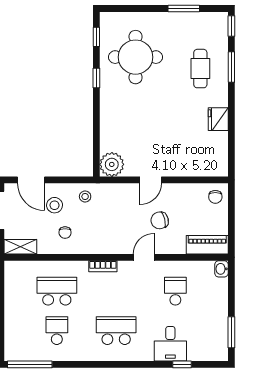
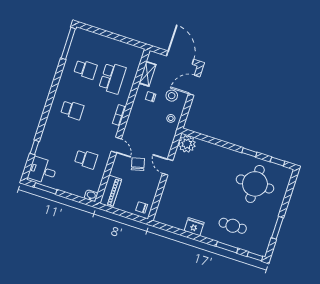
shelving: (20, 247) -> (147, 74), moved
school desk: (116, 331) -> (72, 110), width x0.54
desk: (170, 344) -> (43, 171), moved

